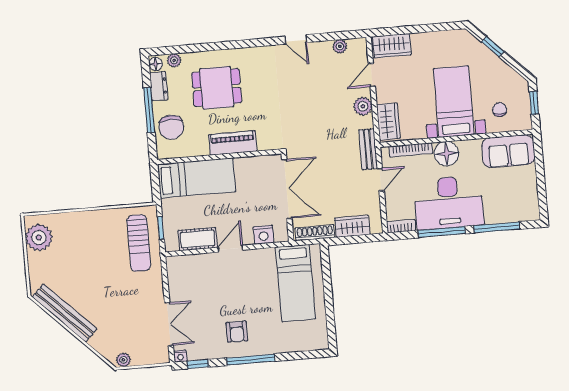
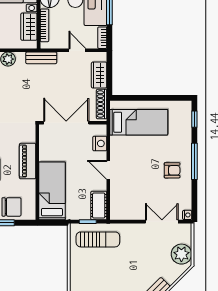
wardrobe: (388, 122) -> (29, 27), moved, turned -90
door: (381, 180) -> (77, 50), moved
cot: (198, 239) -> (99, 206), moved
plant: (123, 360) -> (181, 254), width x1.88, depth x1.88
window: (198, 364) -> (194, 119), moved

